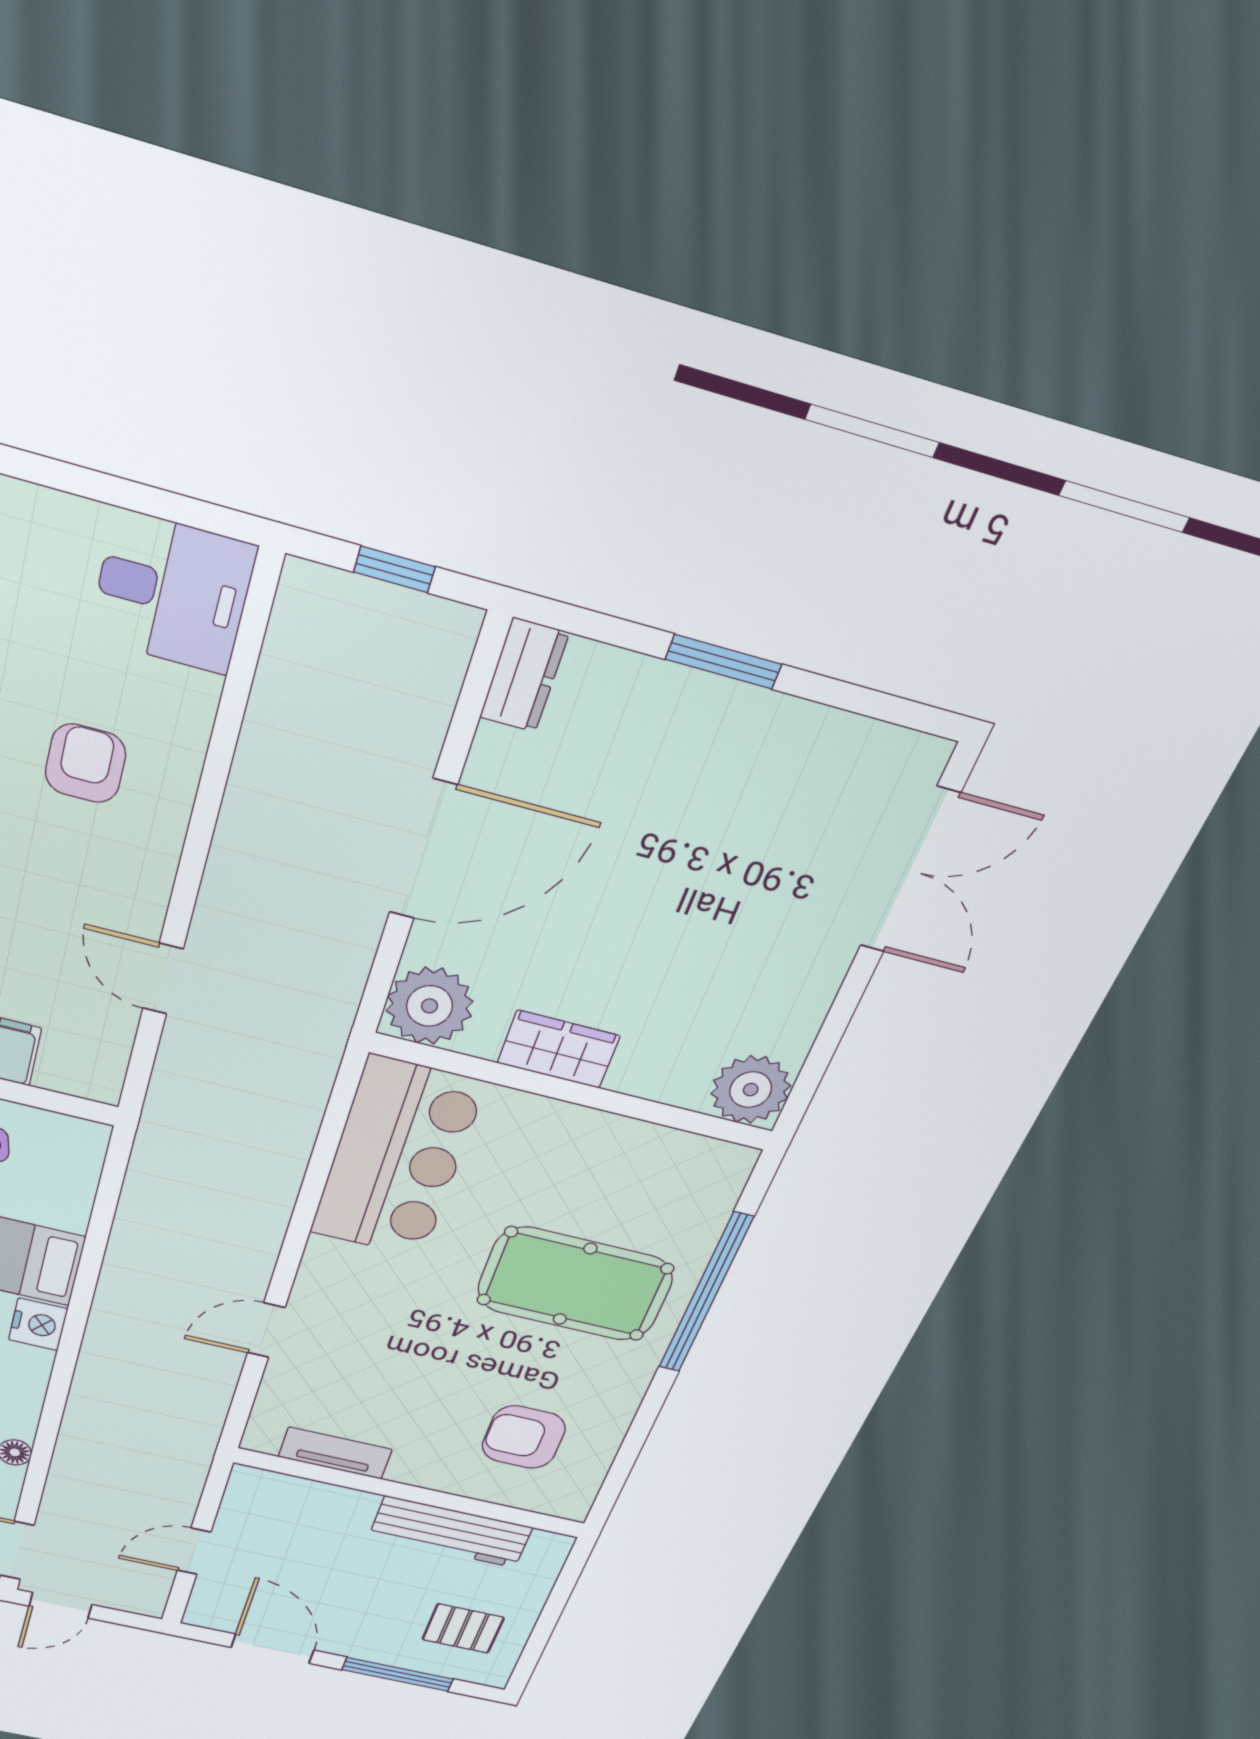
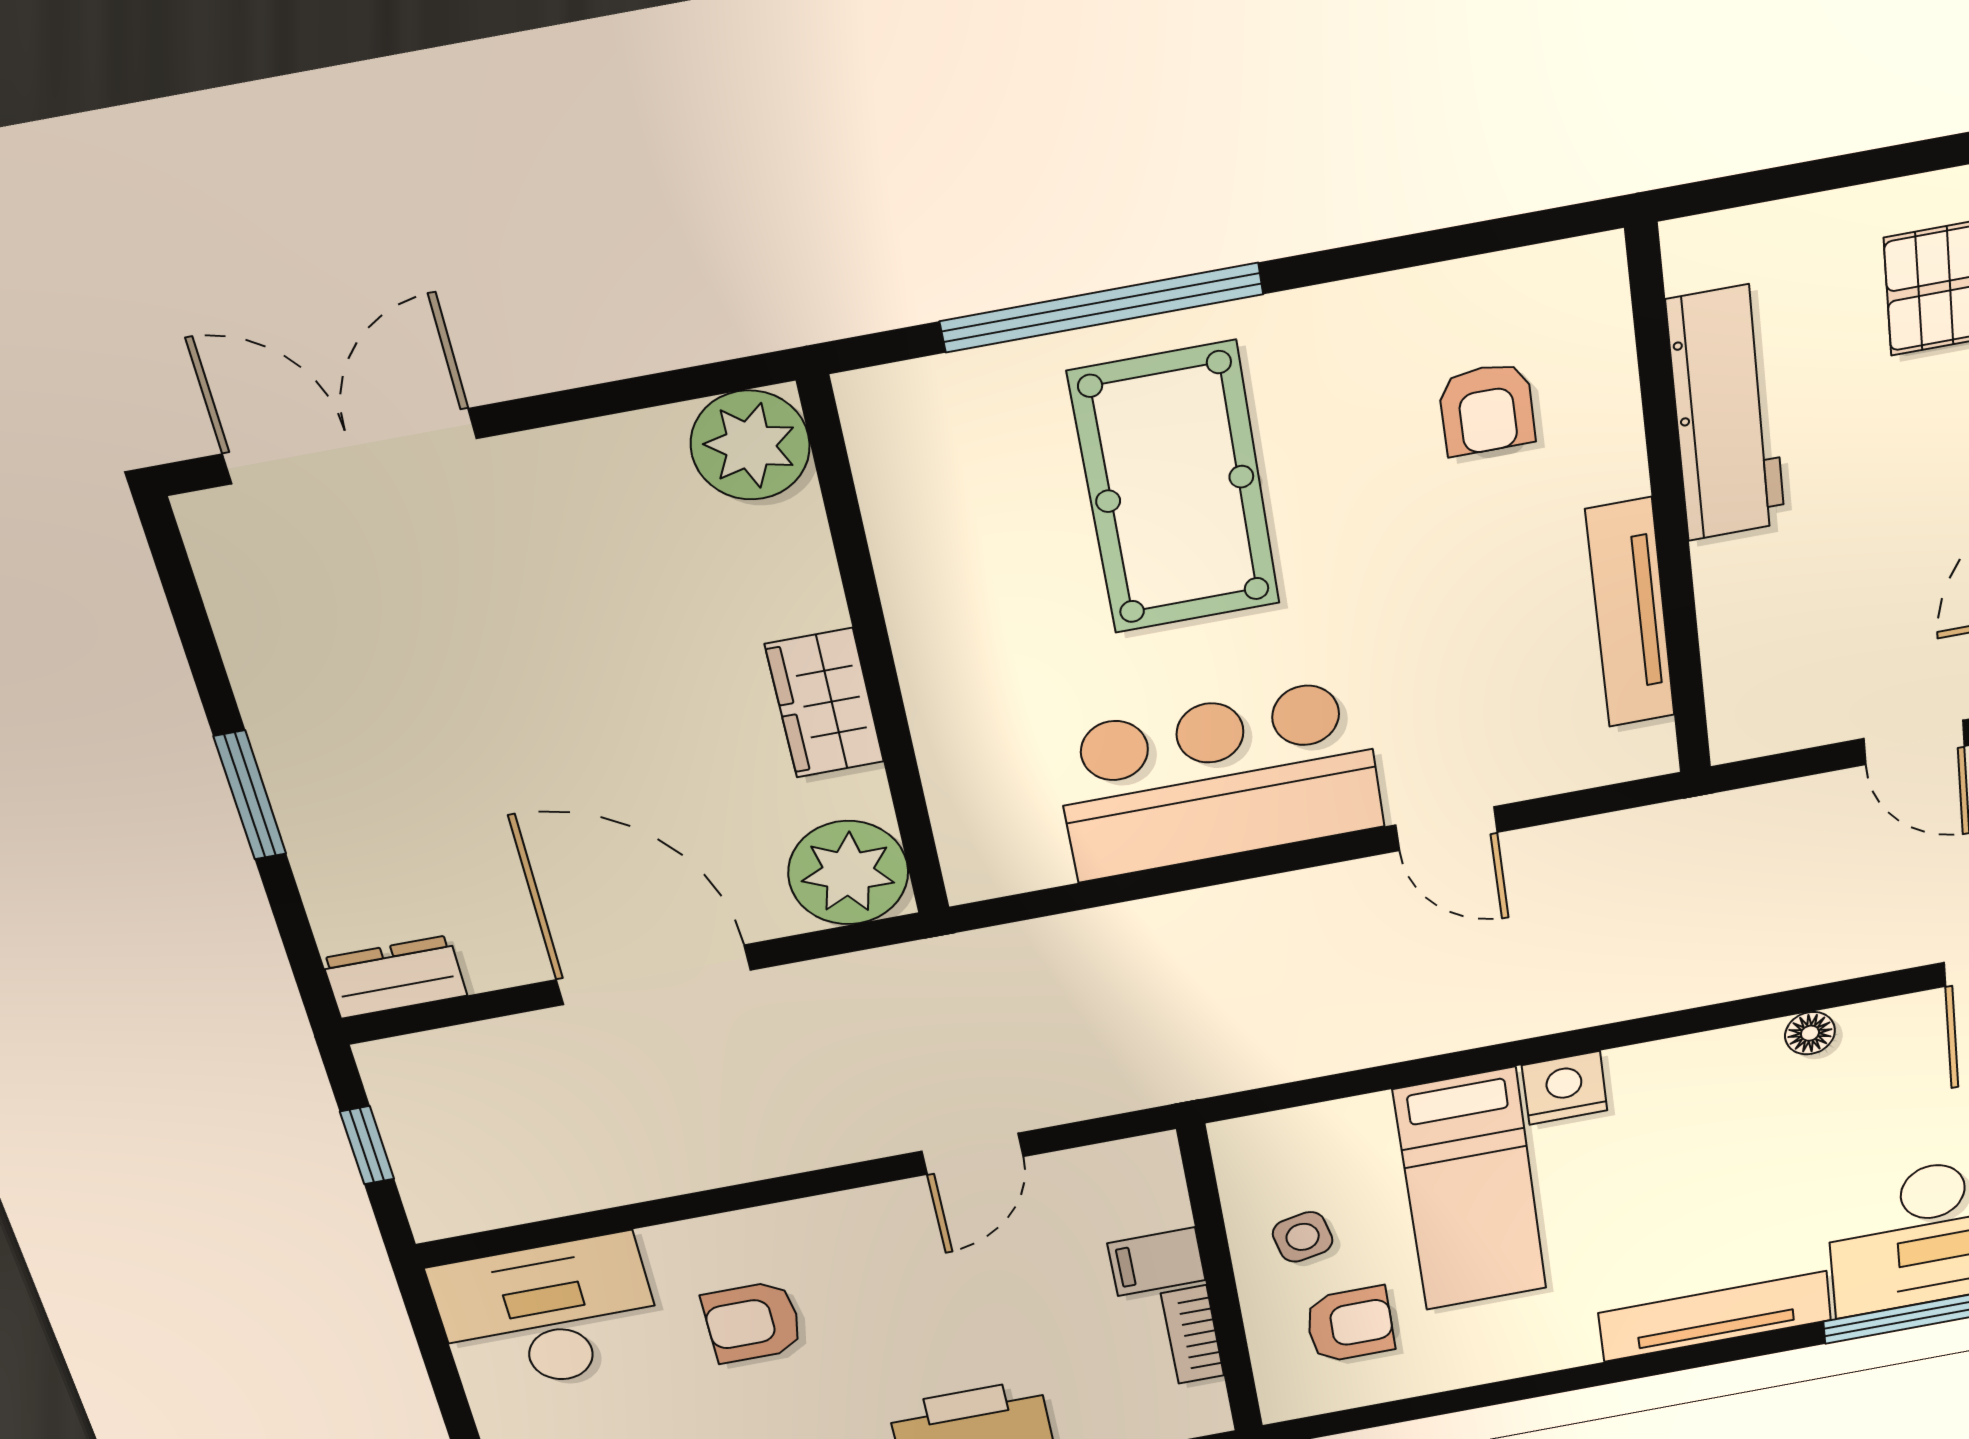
desk: (172, 593) -> (548, 1314), width x1.37
bar counter: (397, 1159) -> (1218, 780), moved
armchair: (524, 1437) -> (1487, 409), width x0.72, depth x0.72
tv unit: (335, 1453) -> (1630, 613), width x1.41

